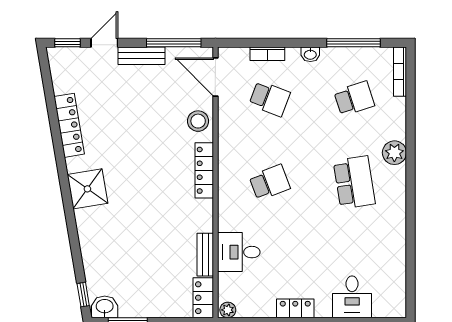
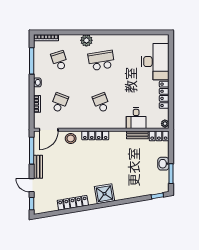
desk: (352, 297) -> (155, 62), width x1.87, depth x1.30
washbasin: (105, 307) -> (163, 164), moved
locker: (295, 308) -> (164, 95), width x1.53

